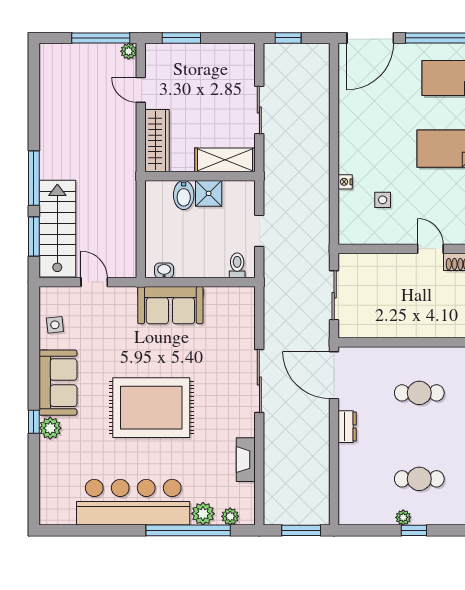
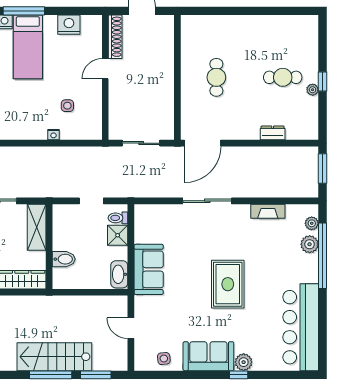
shower: (209, 193) -> (118, 235), moved
stairs: (57, 229) -> (54, 357), moved
washbasin: (164, 270) -> (119, 274), width x1.91, depth x1.45
door: (94, 282) -> (131, 328), hinge flipped
rug: (151, 408) -> (228, 284), width x0.73, depth x0.69
dresser: (347, 427) -> (273, 133), moved
cafe table: (419, 479) -> (283, 77), turned 90
bar counter: (133, 502) -> (301, 327), moved

